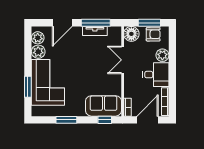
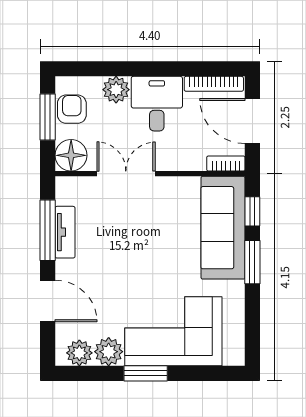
double door: (123, 60) -> (126, 174), swing flipped
window: (28, 87) -> (146, 373), moved
sofa: (103, 106) -> (223, 228), width x1.36
window: (66, 120) -> (252, 262), moved

